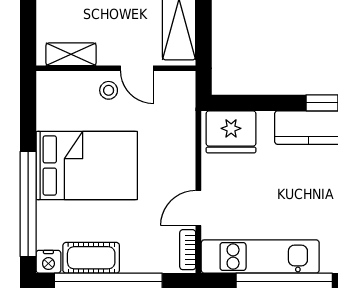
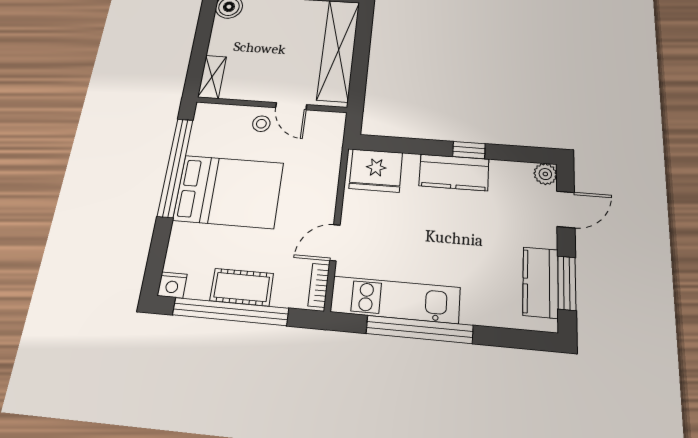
shelving: (71, 54) -> (212, 77), moved, turned 90
window: (28, 204) -> (175, 167), moved
cot: (91, 258) -> (242, 287), moved

